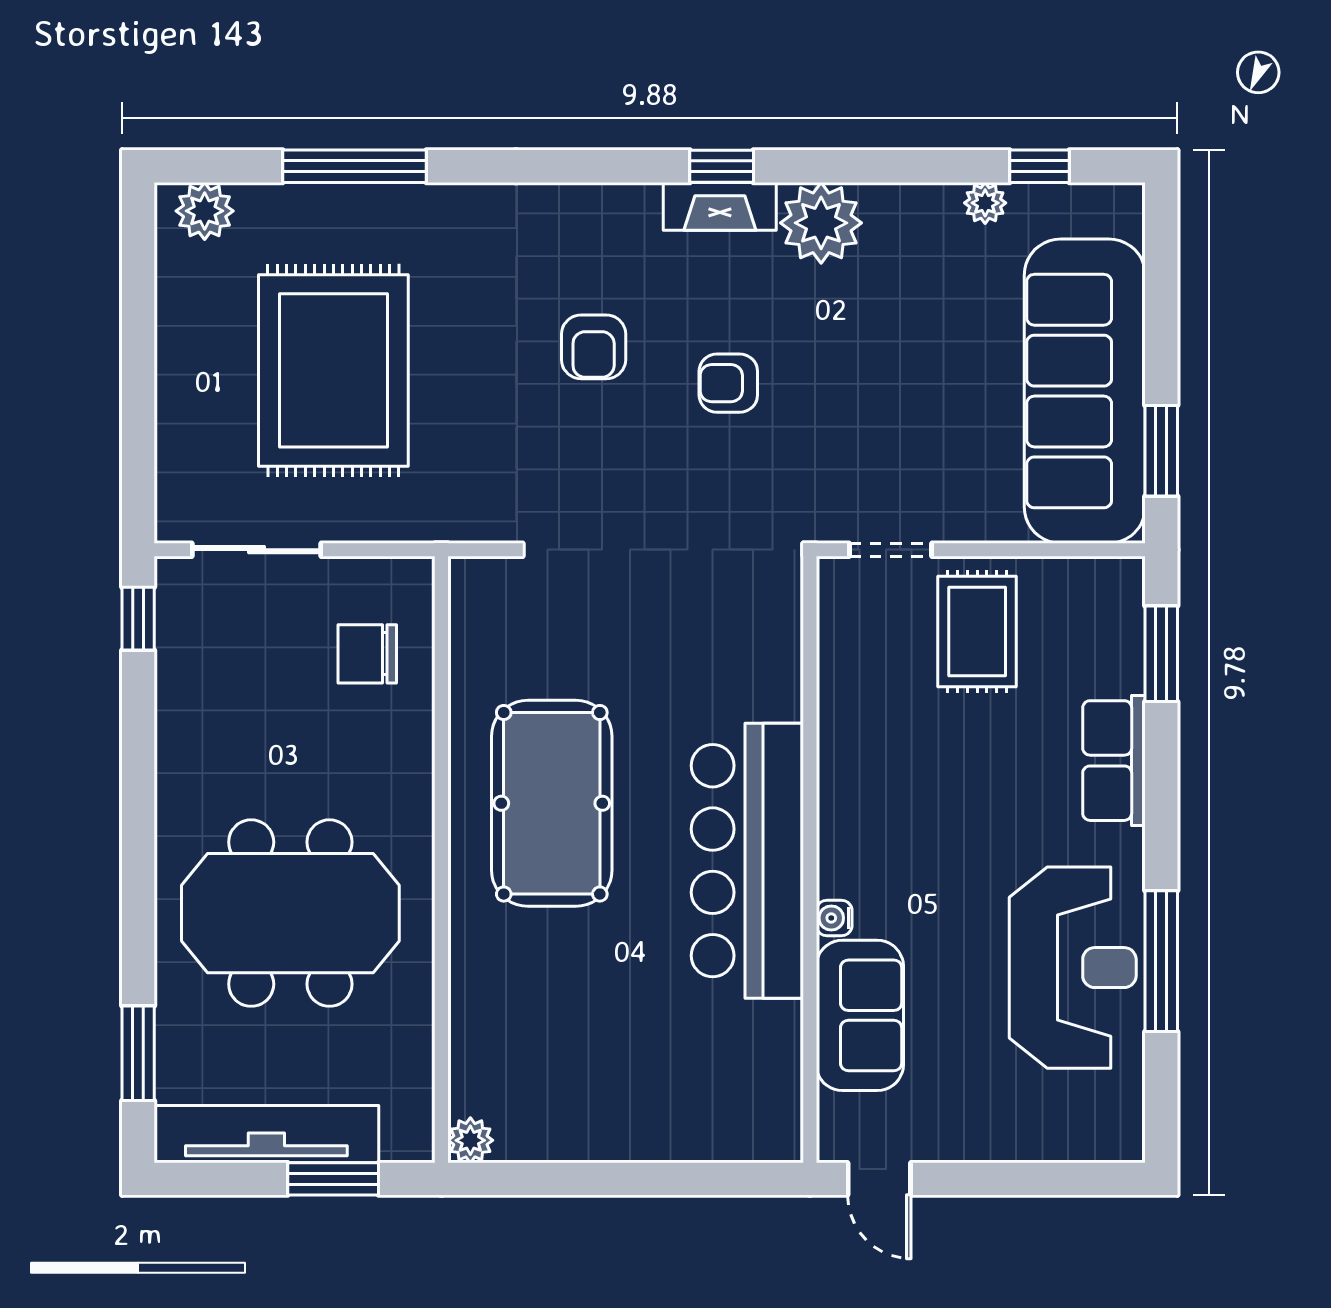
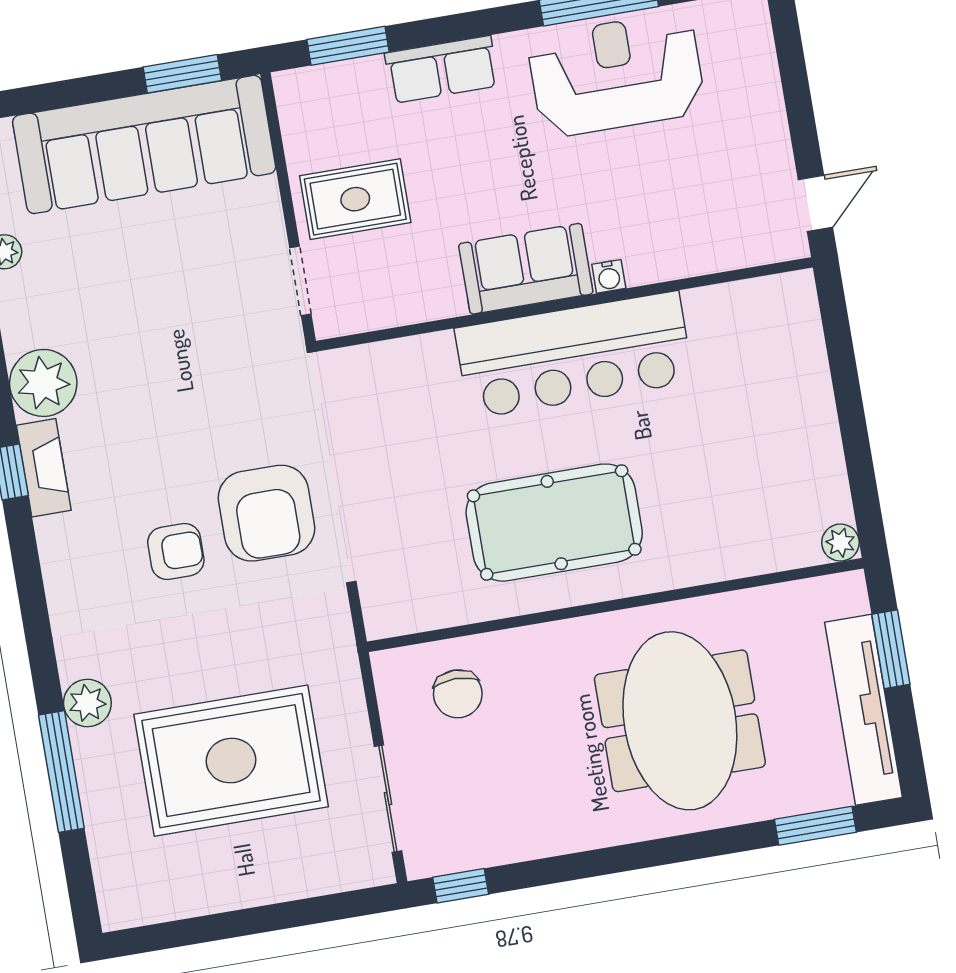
plant: (205, 211) -> (87, 703), moved
armchair: (728, 383) -> (266, 513), moved, width x1.88, depth x1.88
sofa: (860, 1015) -> (526, 269), moved

